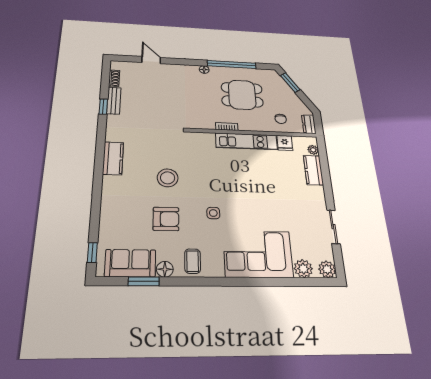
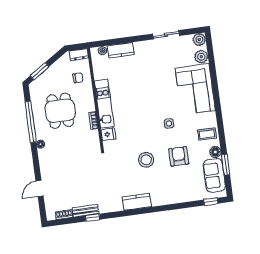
fridge: (285, 143) -> (108, 134), moved

